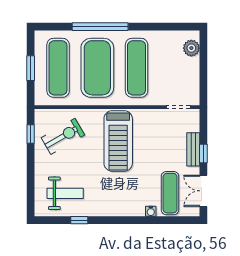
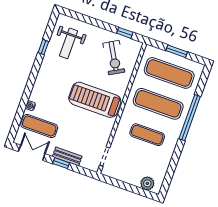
exercise mat: (97, 68) -> (158, 104), width x0.68
exercise mat: (137, 68) -> (147, 135), width x0.73, depth x0.69

